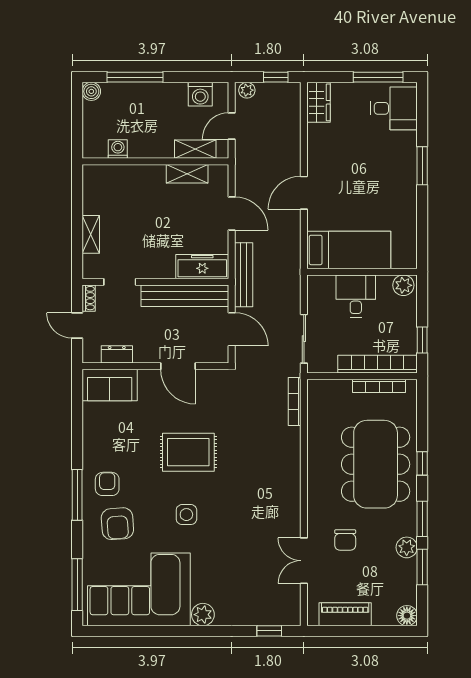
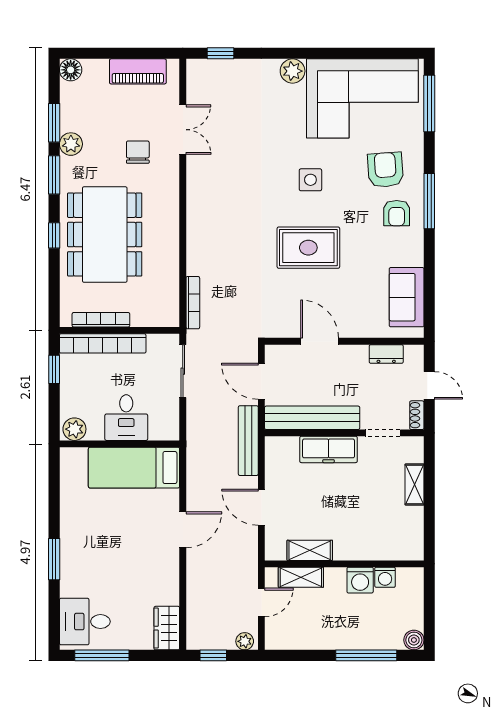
washing machine: (200, 94) -> (360, 580), moved, turned 180
freezer: (202, 267) -> (329, 449), moved
sofa: (110, 385) -> (407, 297), moved, turned -90

